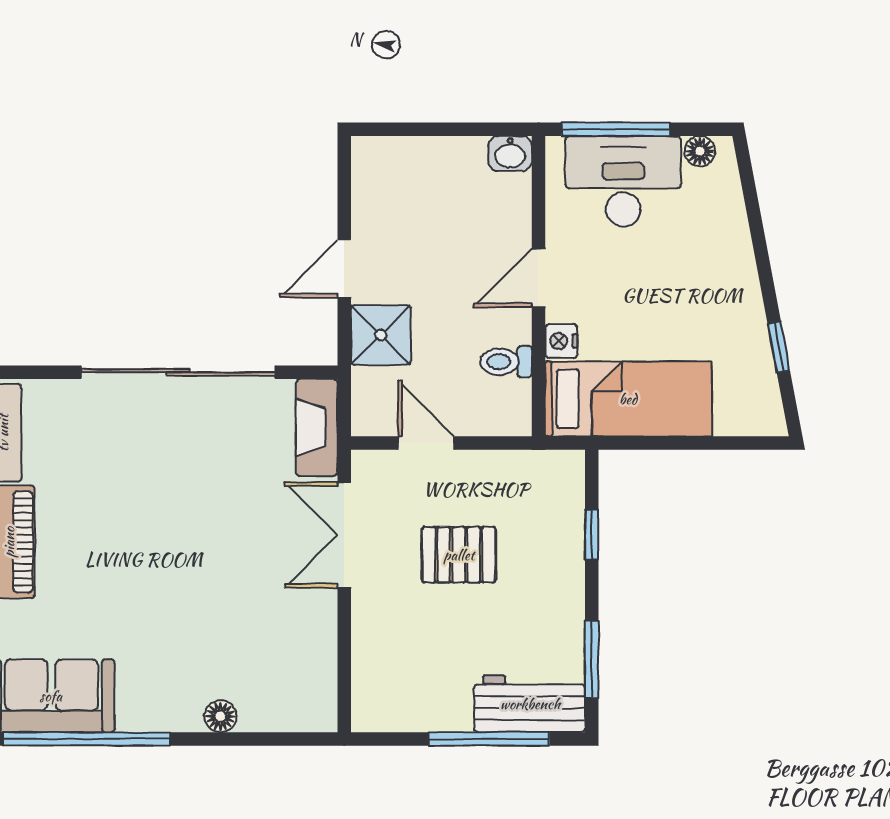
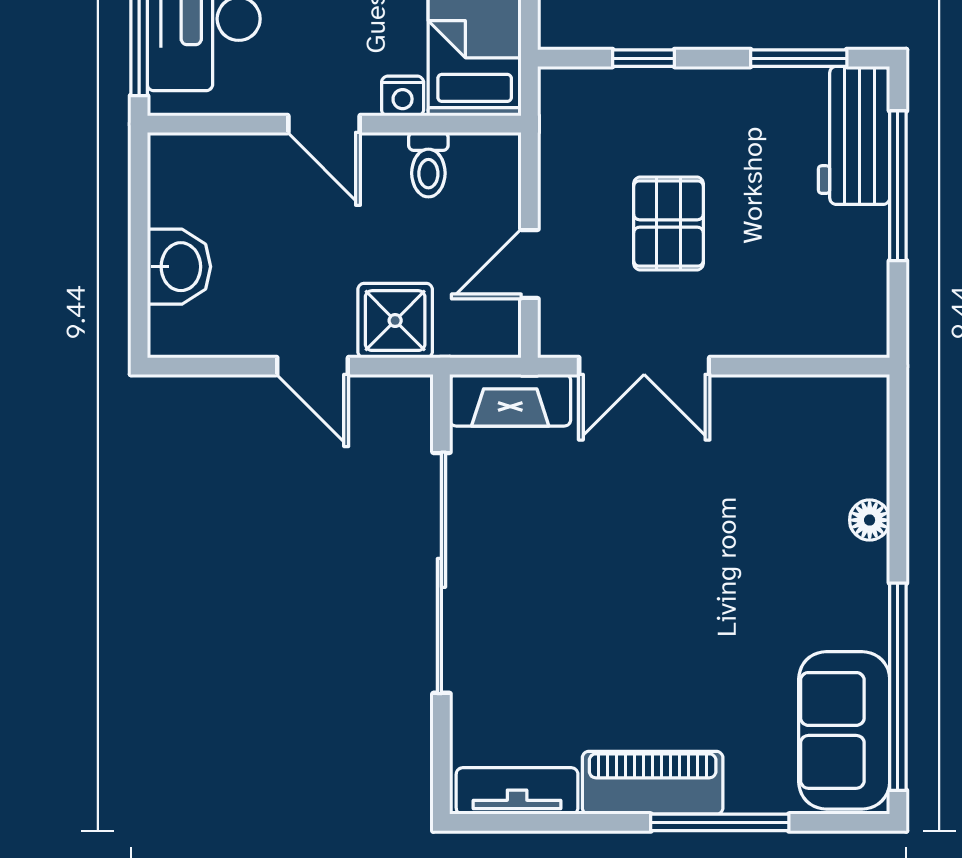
washbasin: (510, 153) -> (179, 267), moved, width x1.38, depth x1.45

